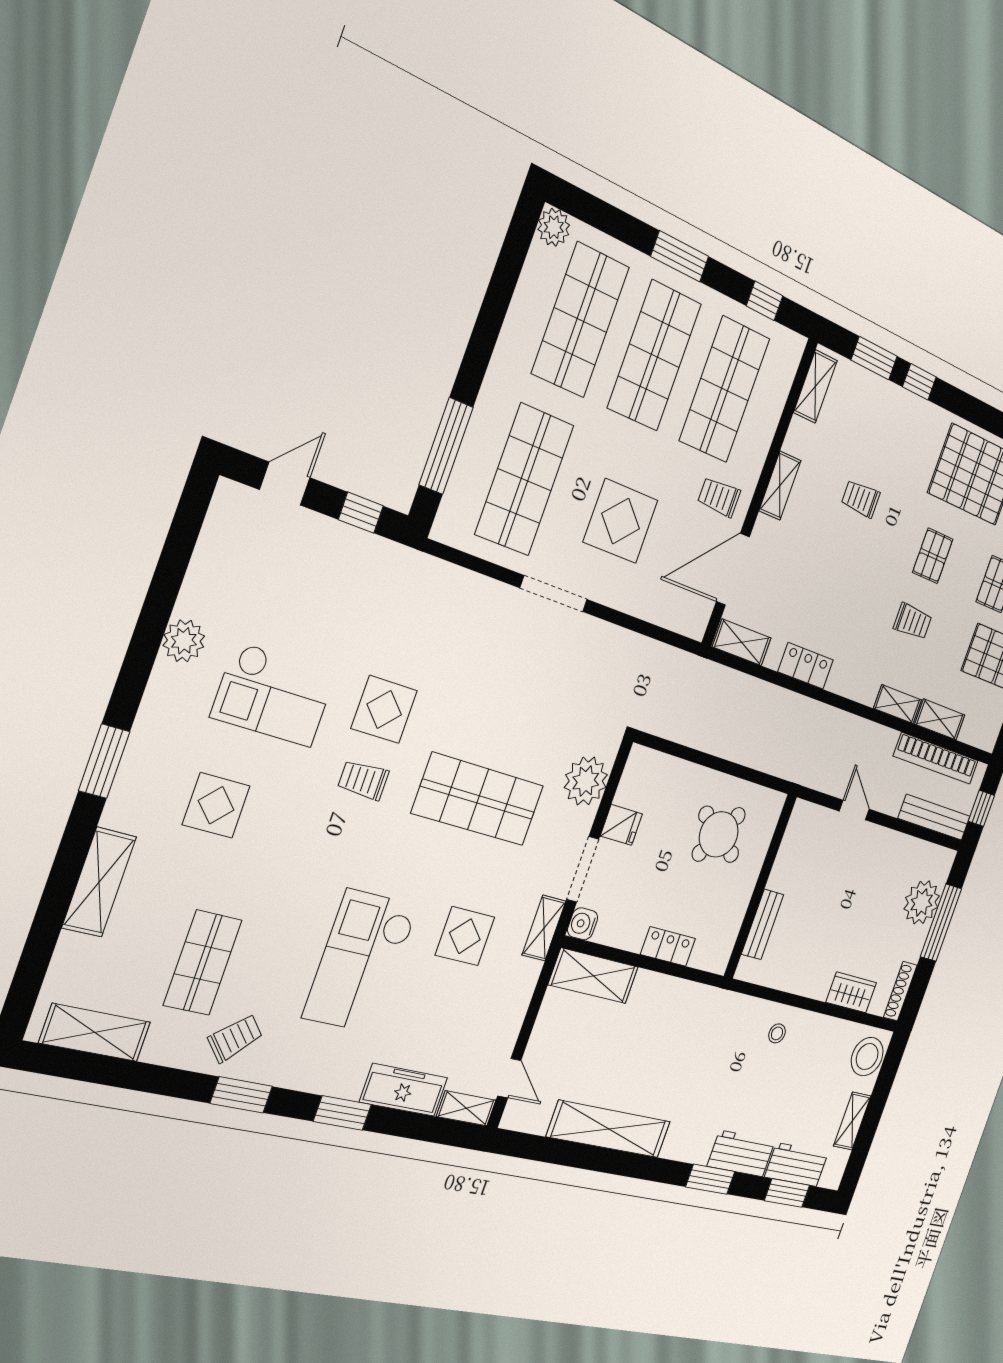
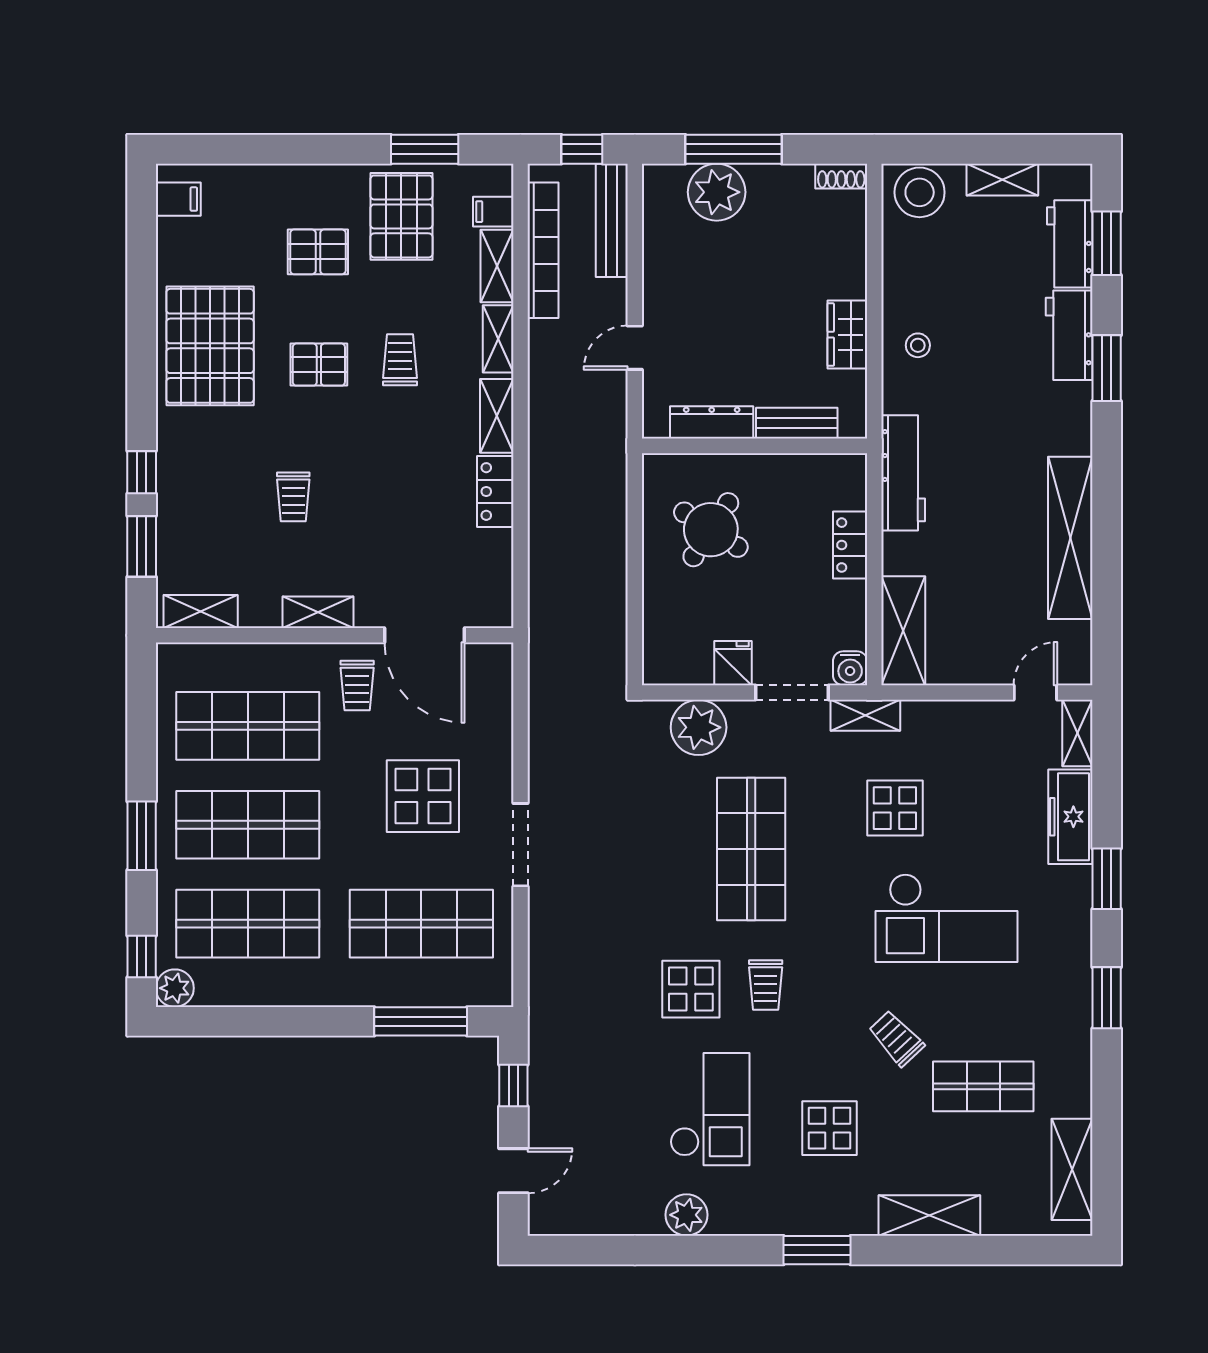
window: (765, 301) -> (142, 957), moved
door: (285, 484) -> (513, 1171), swing flipped
shelving: (742, 642) -> (497, 416), moved
filing cabinet: (971, 728) -> (493, 212), added
dresser: (787, 856) -> (712, 422), added
shoe rack: (900, 991) -> (841, 176), width x0.70
wardrobe: (851, 992) -> (847, 335), moved
workbench: (700, 1002) -> (903, 473), added
trolley: (235, 1038) -> (896, 1038), moved

